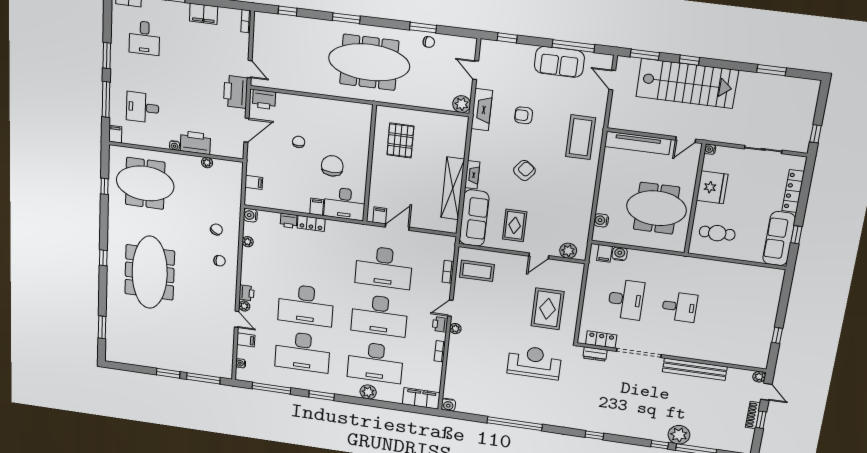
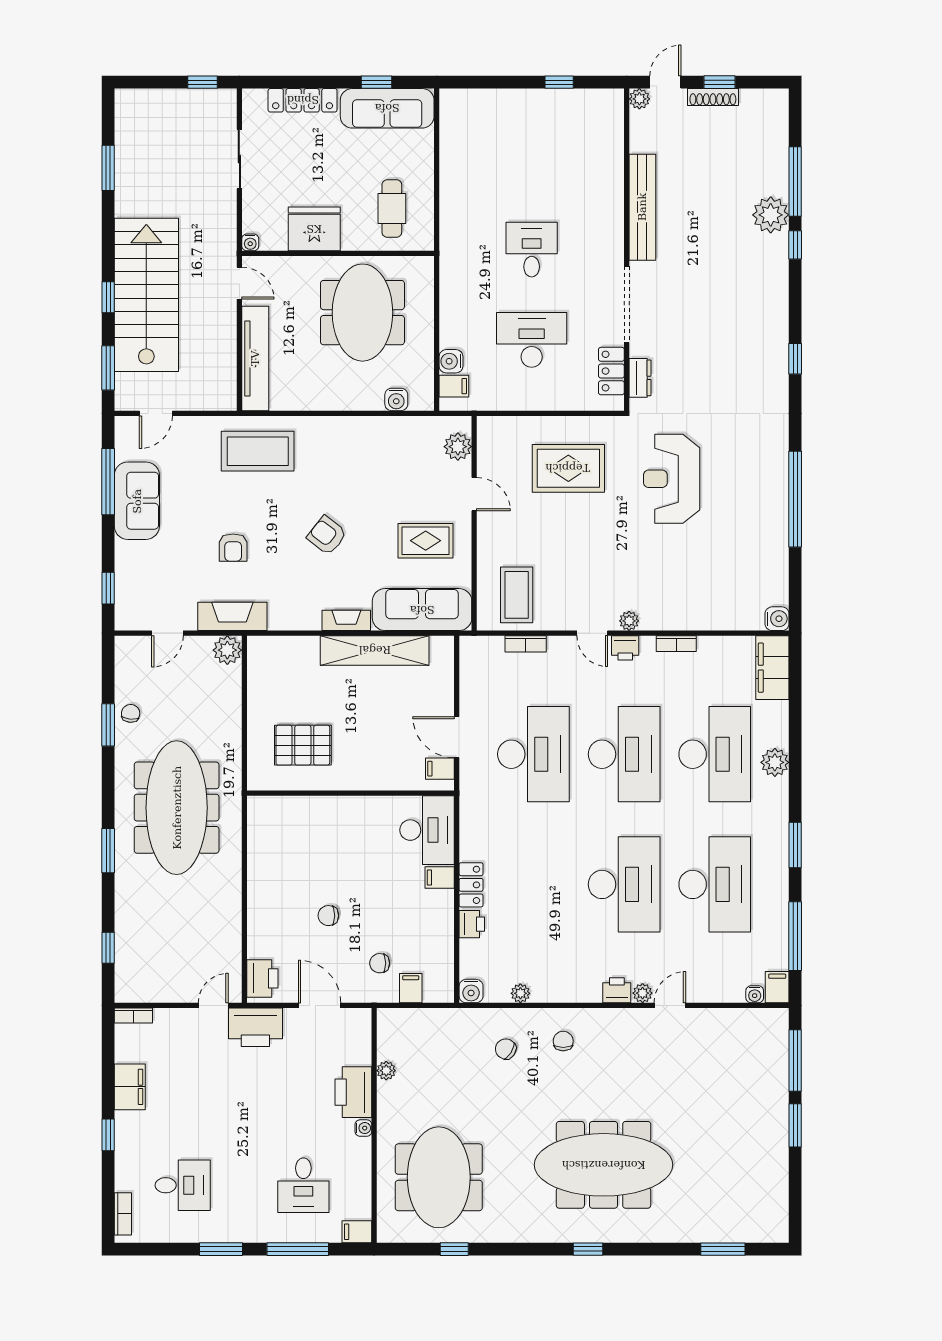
chair: (332, 166) -> (380, 963), moved, width x0.54, depth x0.54
filing cabinet: (246, 340) -> (777, 987), moved

